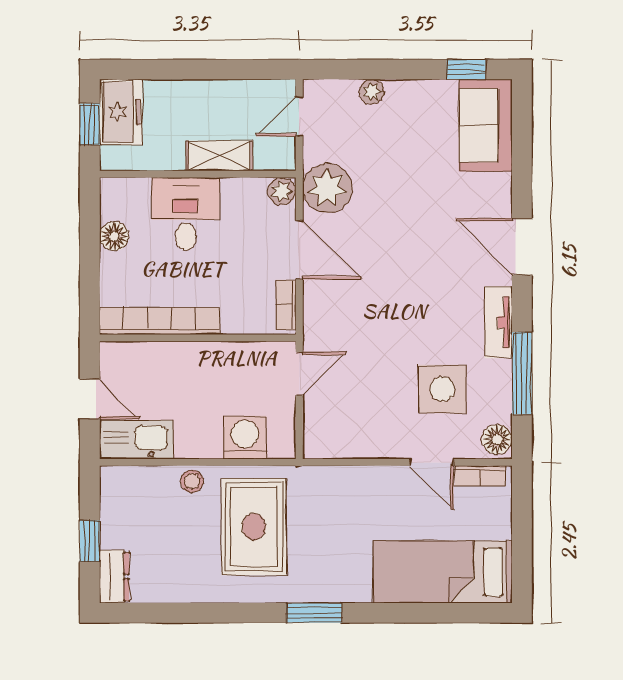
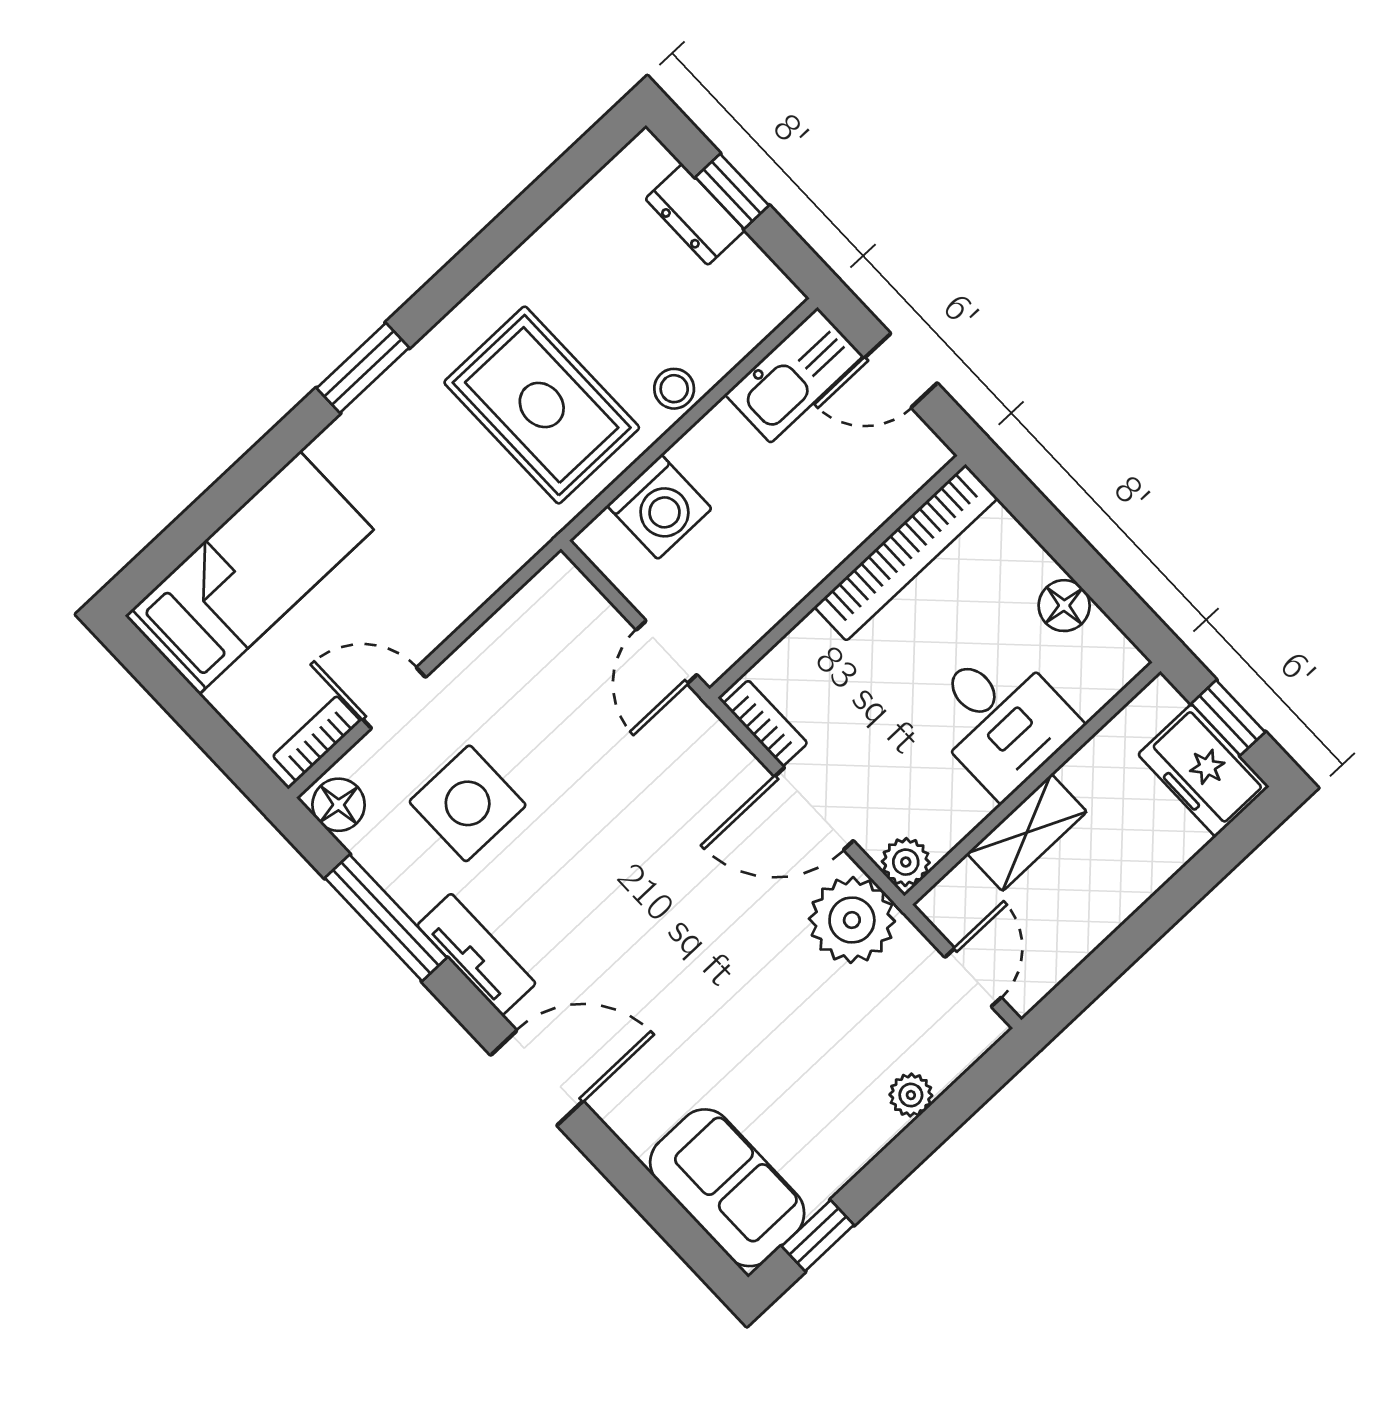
dresser: (114, 577) -> (695, 215), moved

